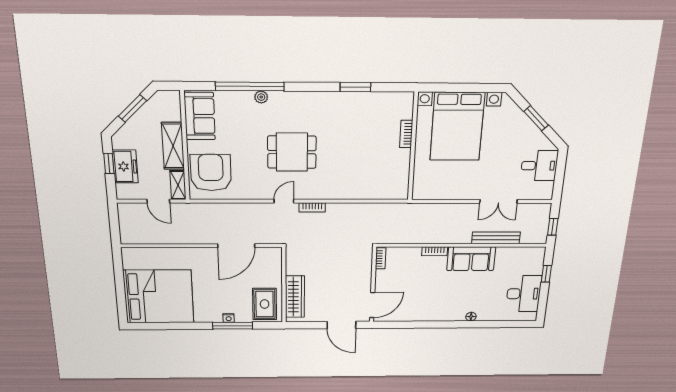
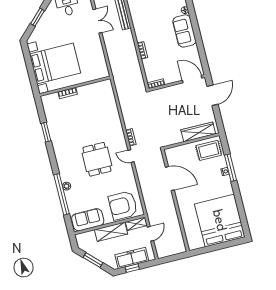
freezer: (125, 166) -> (132, 258), width x1.40
sofa: (471, 259) -> (184, 31), moved, turned 180

